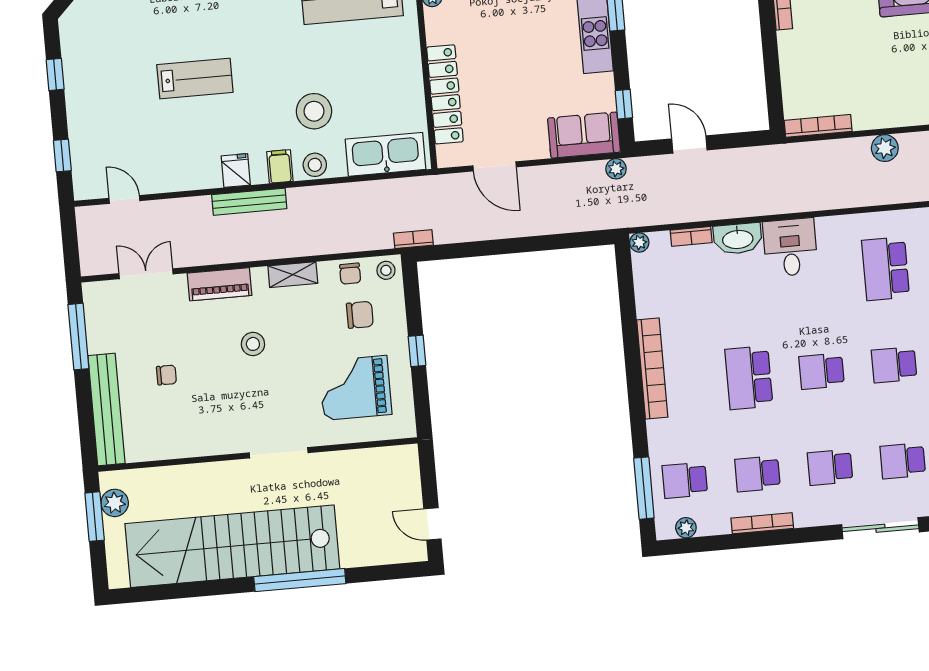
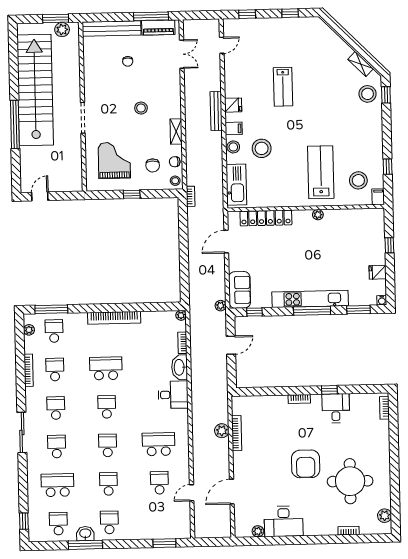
bookcase: (818, 126) -> (237, 433), moved
plant: (885, 148) -> (222, 431), moved
piano: (220, 284) -> (158, 28), moved, turned -90

